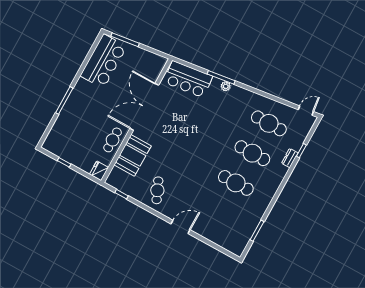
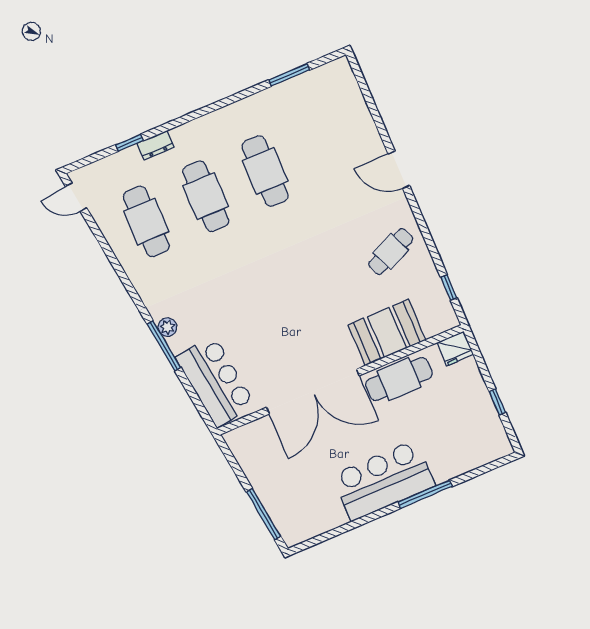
bar counter: (103, 61) -> (384, 480), moved
cafe table: (113, 140) -> (399, 379), width x1.37, depth x1.35

